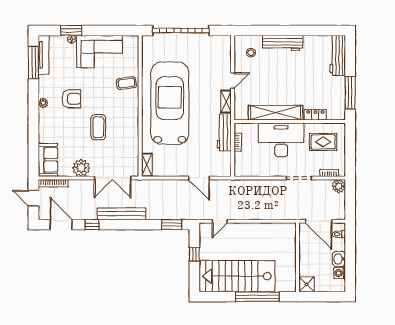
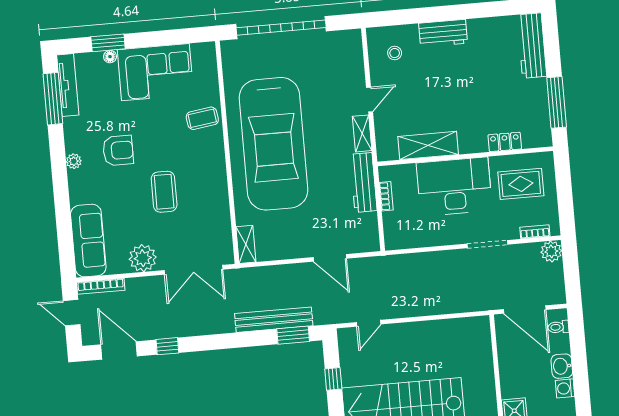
workbench: (283, 43) -> (443, 33), width x0.73
car: (170, 103) -> (274, 144), turned 180
shelving: (276, 113) -> (428, 145), width x0.68
sofa: (48, 160) -> (88, 241), width x1.36
bench: (122, 214) -> (274, 320), moved

